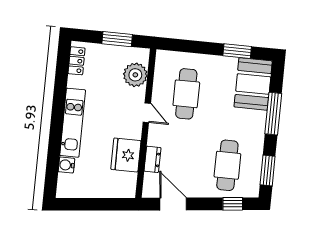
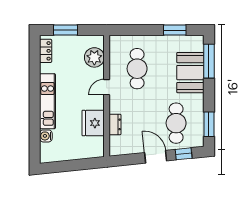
window: (117, 39) -> (66, 30), moved
booth: (253, 84) -> (190, 73), moved
door: (147, 113) -> (107, 87), swing flipped
window: (273, 114) -> (209, 61), moved
door: (173, 204) -> (156, 157), moved

